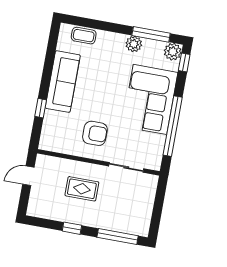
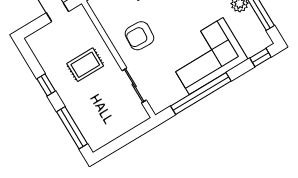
plant: (173, 52) -> (261, 40), removed
armchair: (95, 133) -> (139, 36), turned 93
rug: (82, 189) -> (85, 65), turned 90

